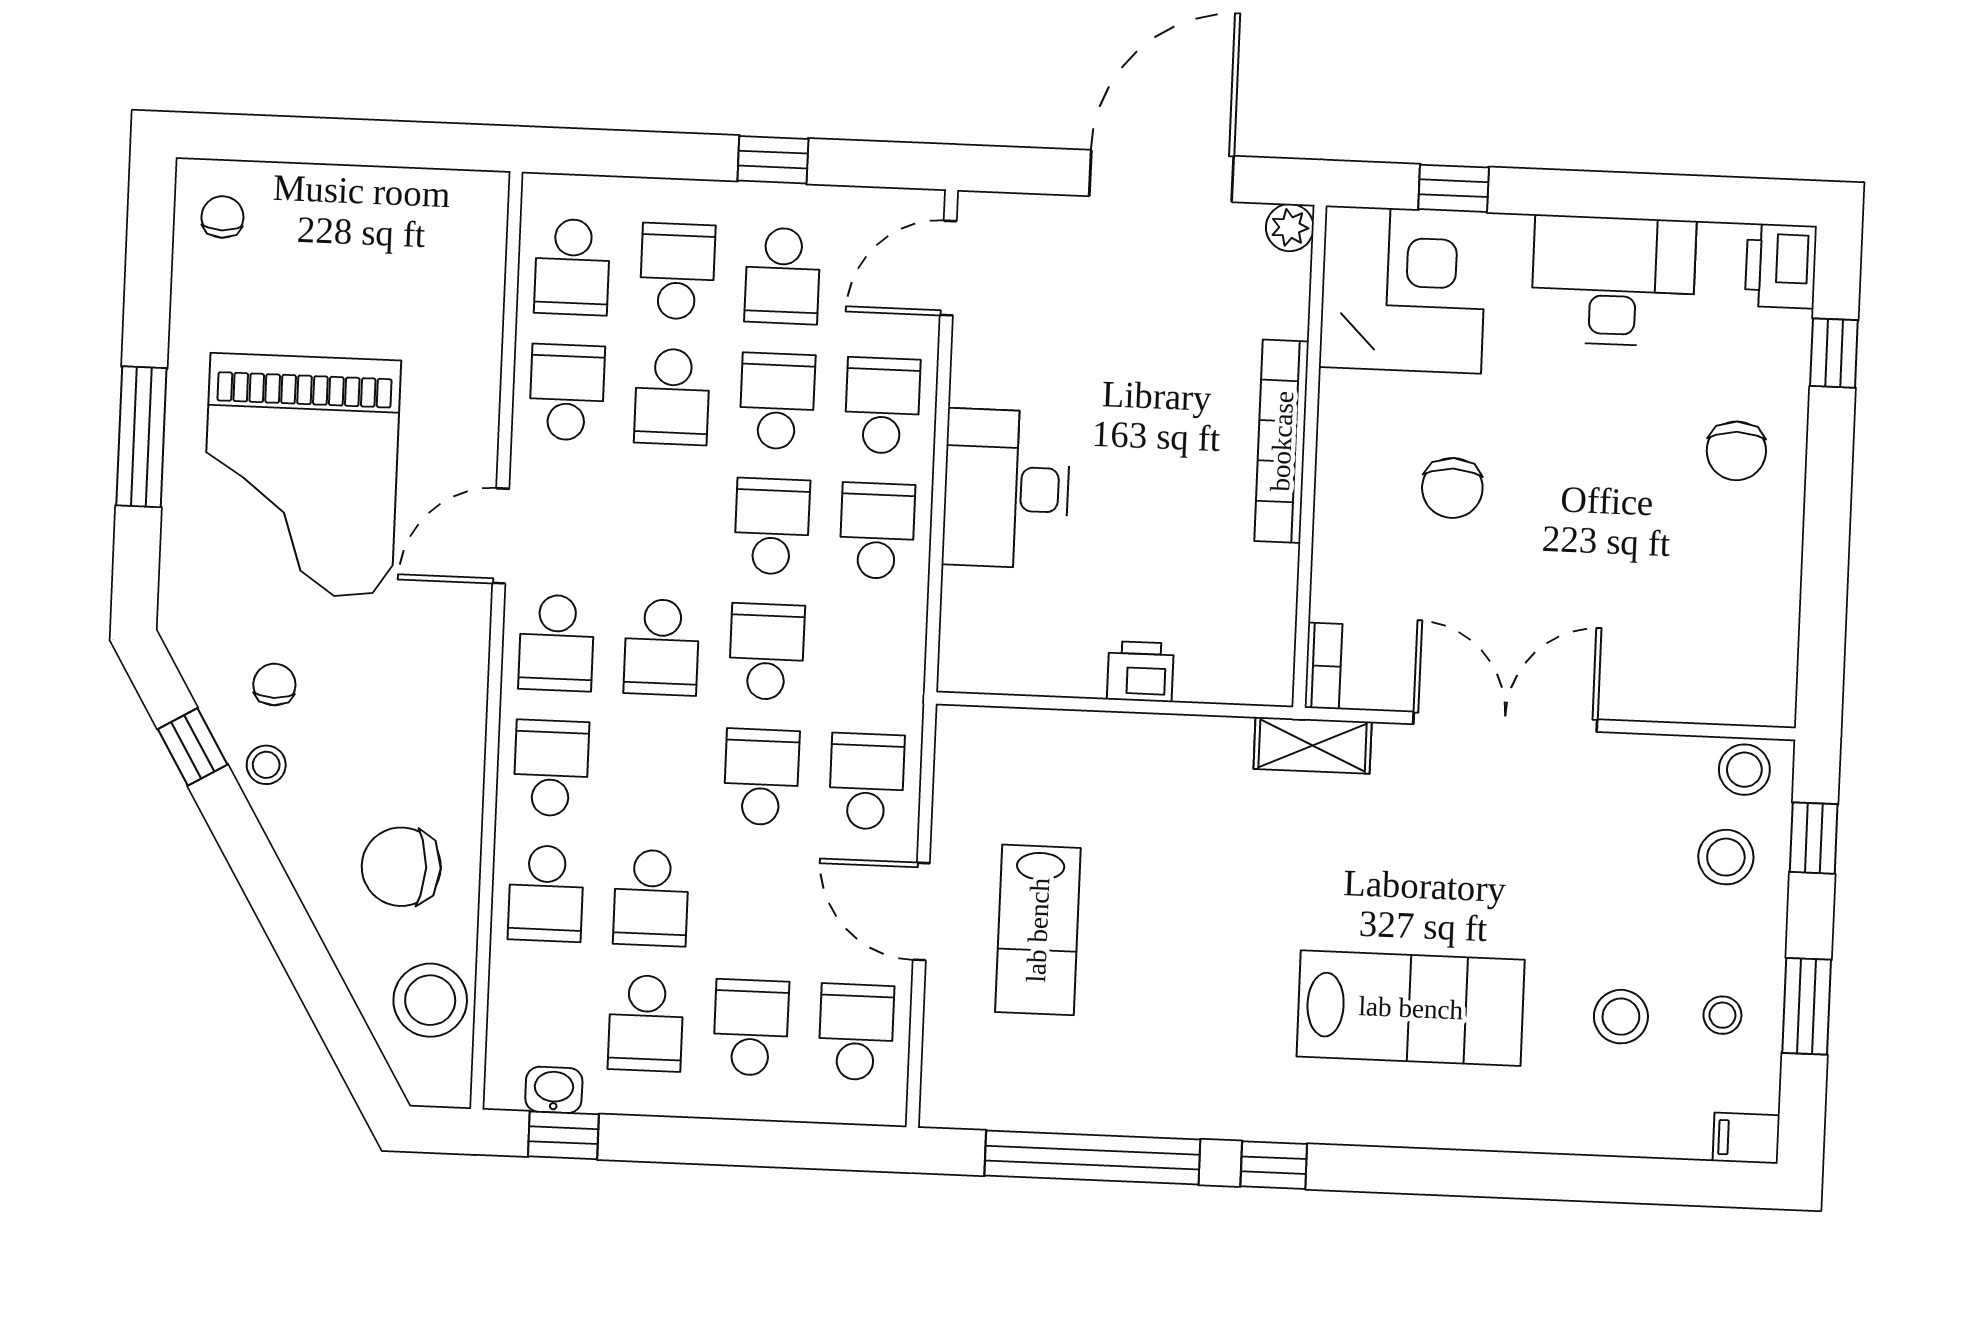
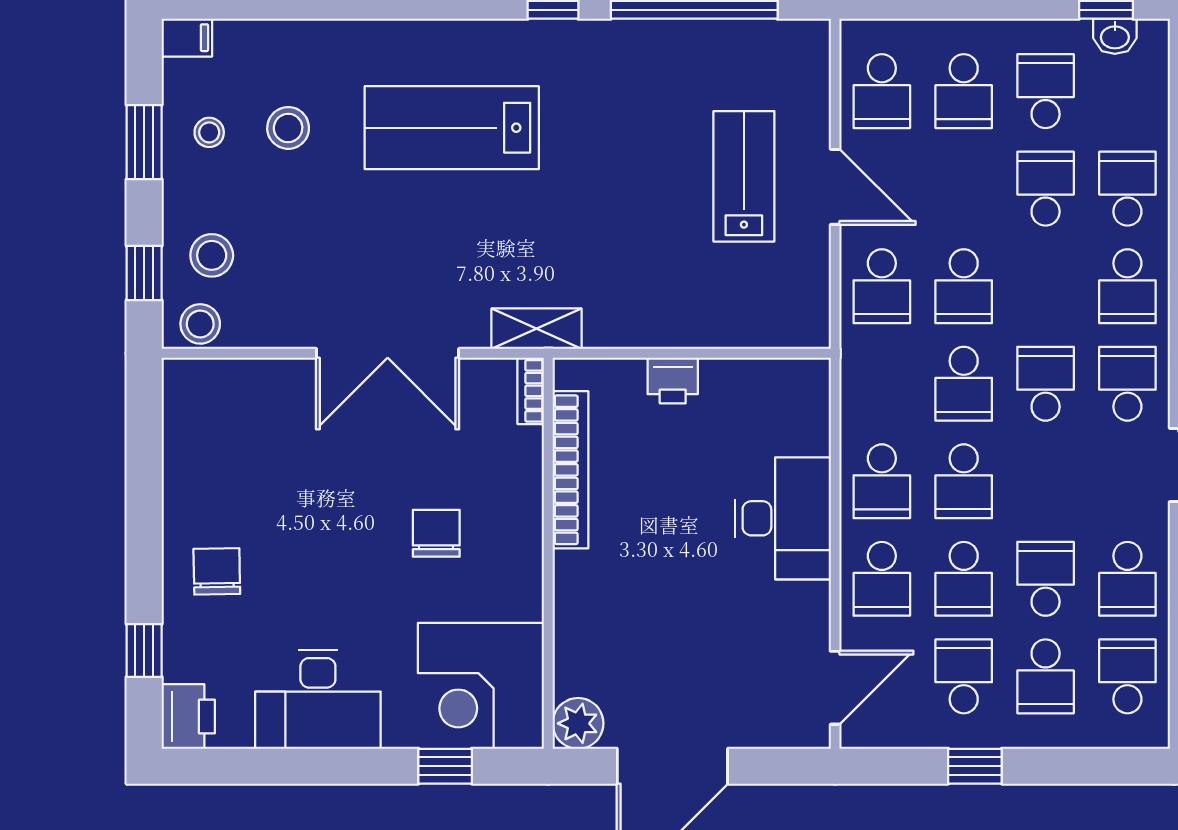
plant: (1290, 228) -> (578, 723), width x1.38, depth x1.38
bookcase: (1282, 441) -> (570, 470), moved

